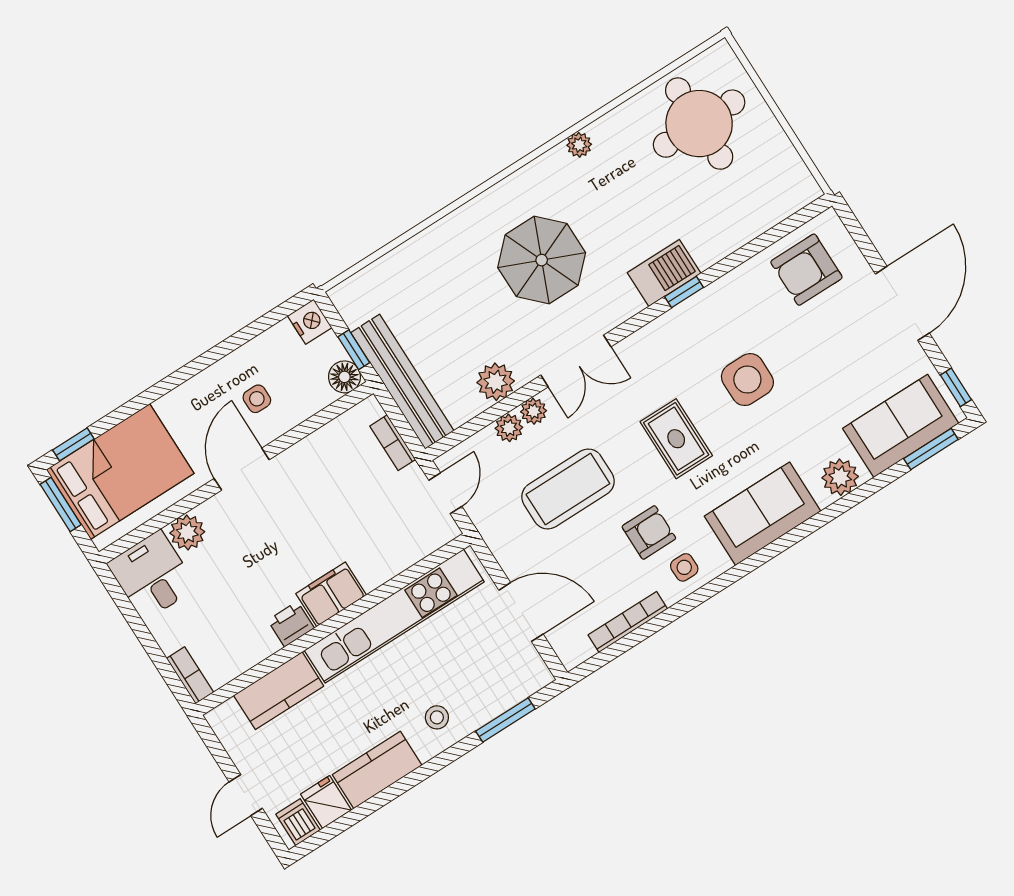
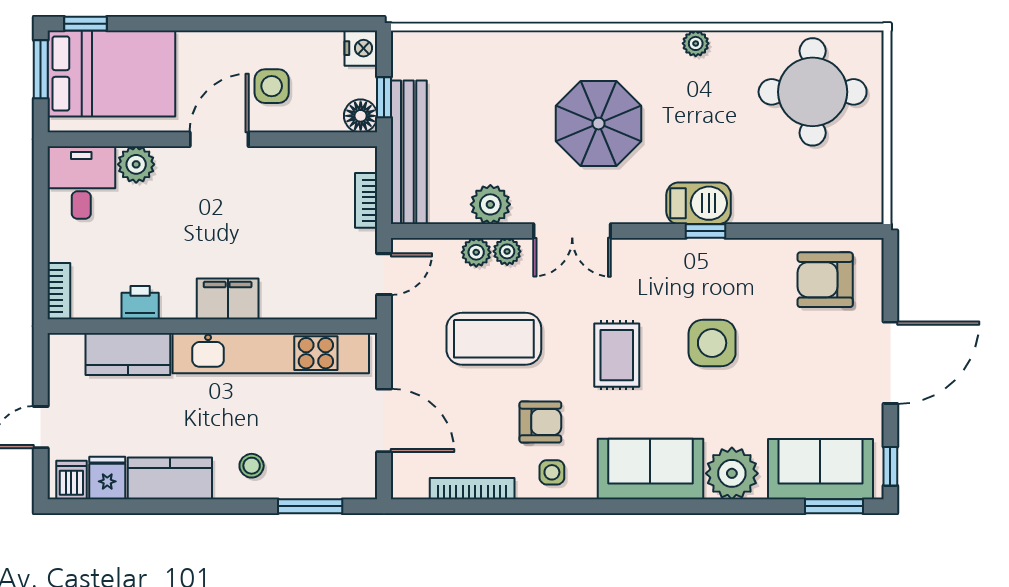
side table: (257, 399) -> (272, 86), width x1.37, depth x1.37
plant: (840, 477) -> (732, 473), width x1.36, depth x1.36
printer: (291, 624) -> (140, 303), moved

